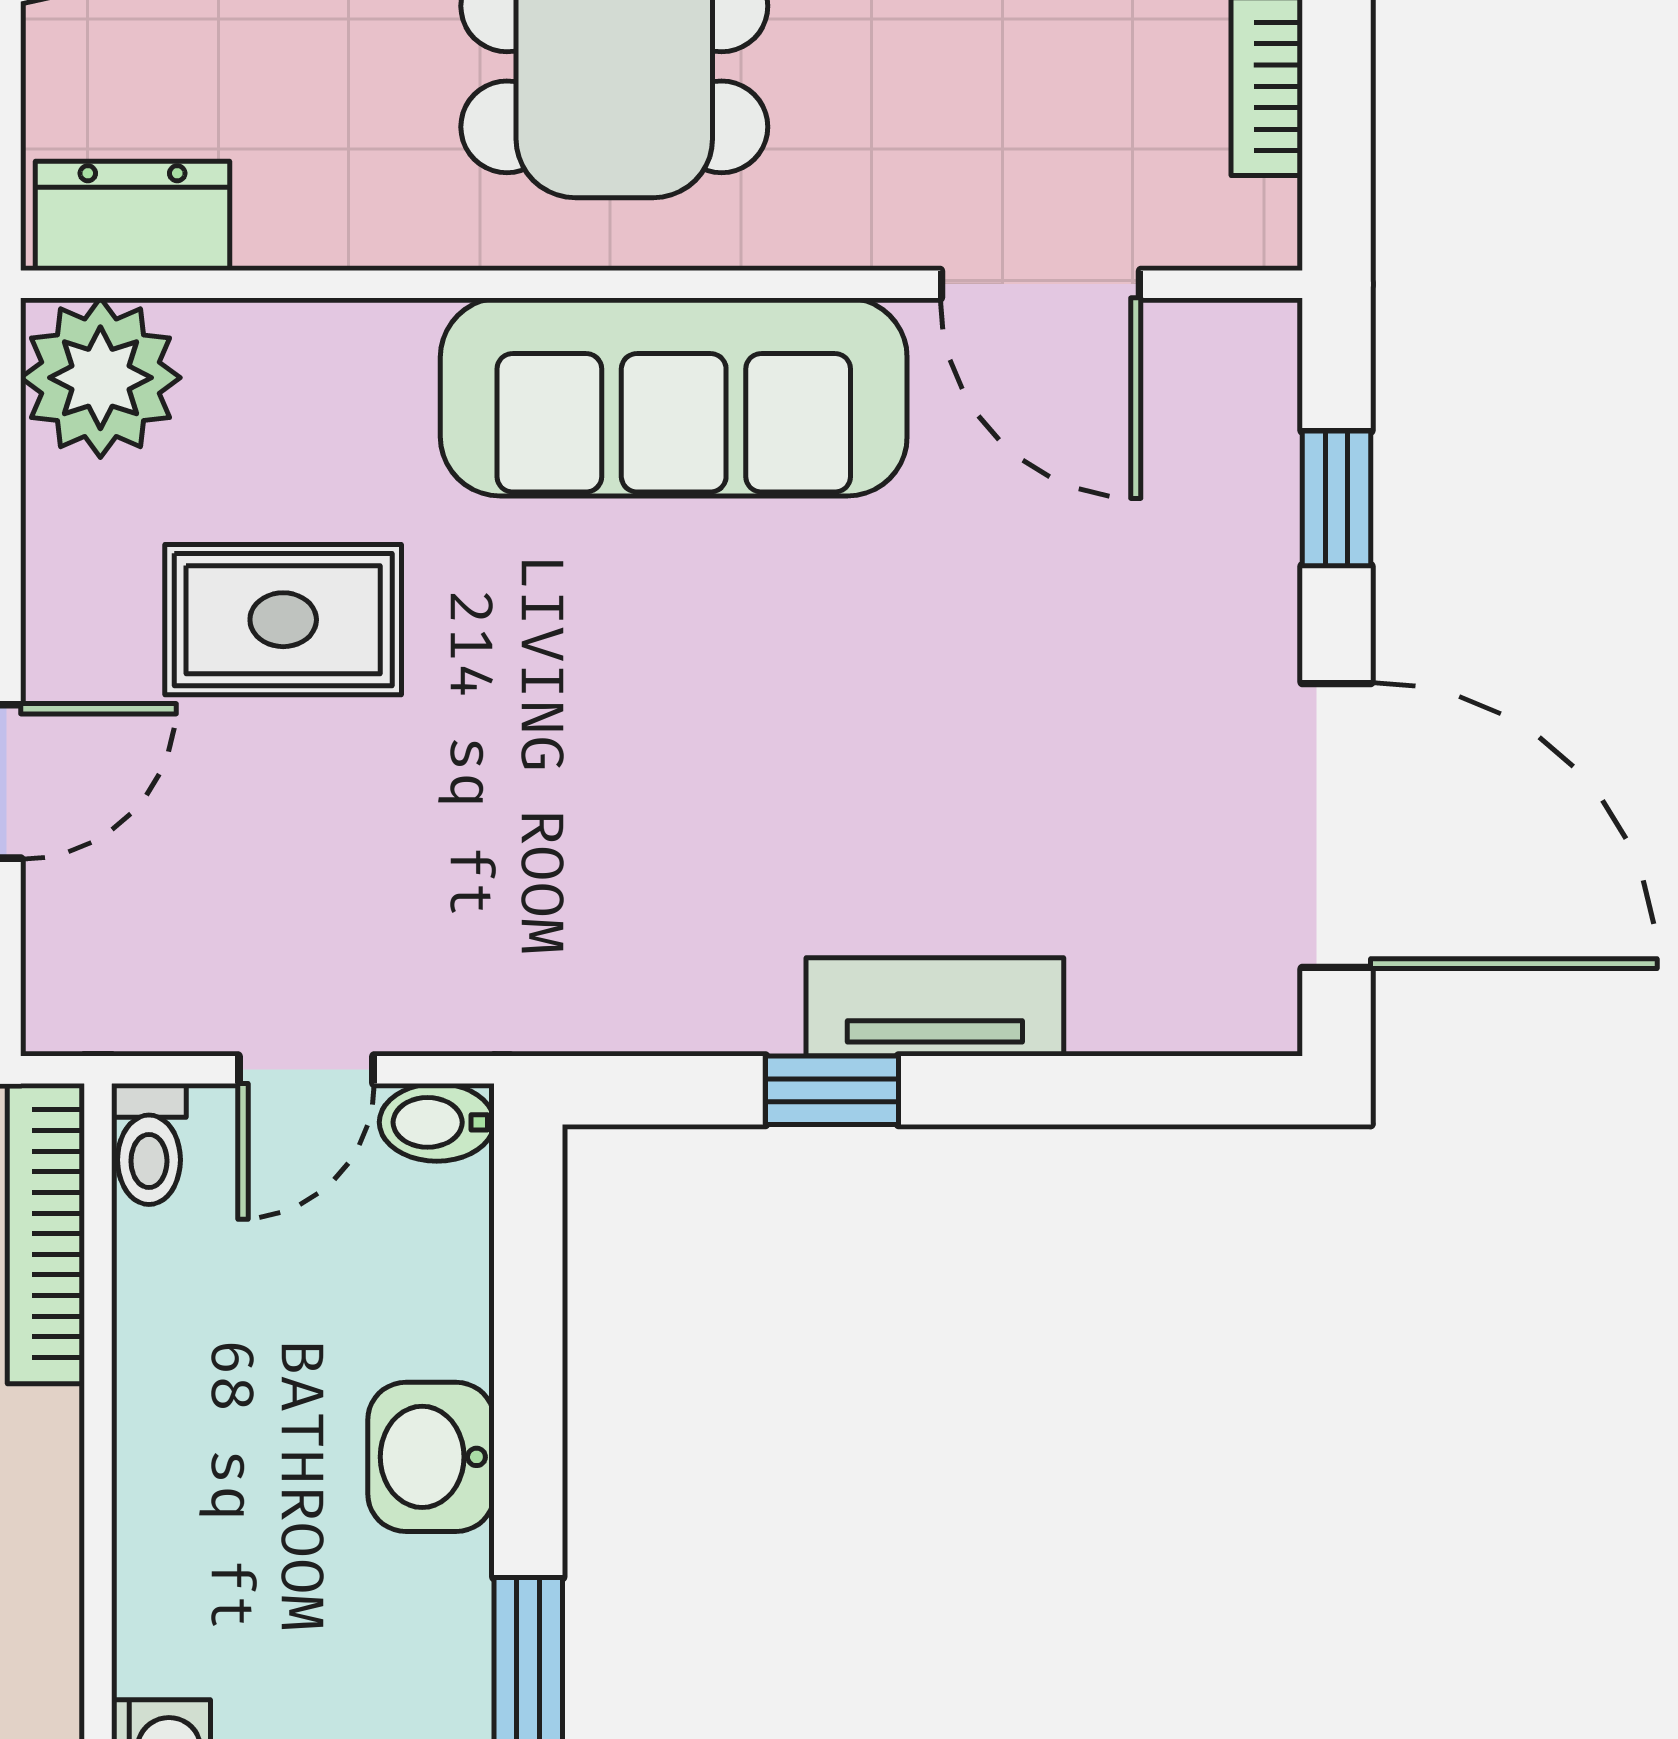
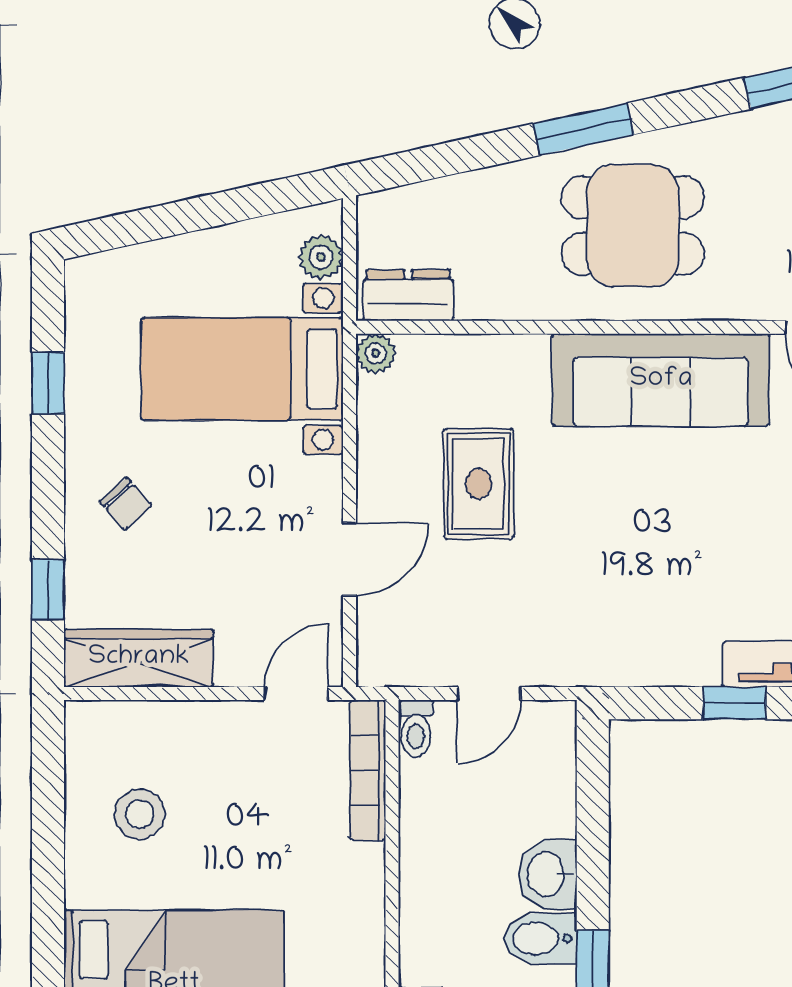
plant: (100, 378) -> (376, 353), width x0.53, depth x0.53
rug: (283, 620) -> (478, 484), turned 90
bidet: (437, 1122) -> (540, 938), moved, width x1.38, depth x1.36

